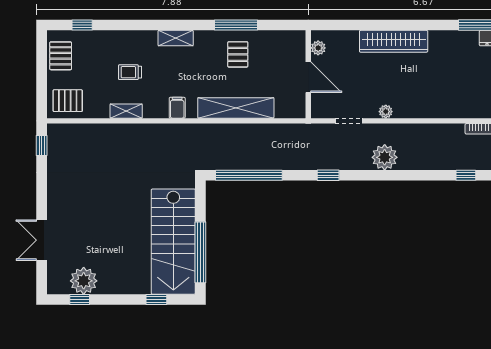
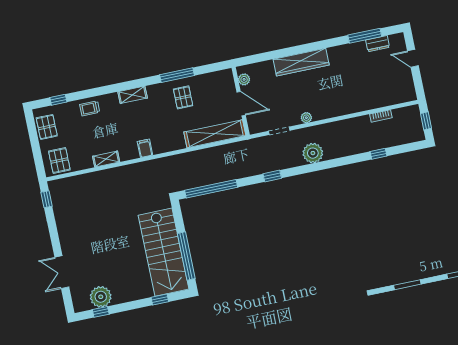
trolley: (130, 72) -> (90, 108), moved
pallet: (68, 101) -> (59, 160), turned 90
shelving: (236, 108) -> (215, 134), moved

